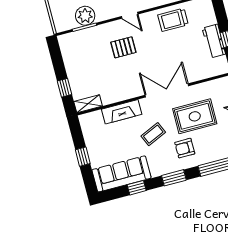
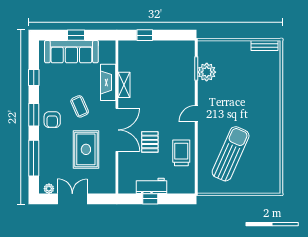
pallet: (123, 47) -> (150, 142), moved
shelving: (88, 104) -> (124, 85), moved
armchair: (185, 148) -> (52, 120), moved, turned 180
sofa: (121, 174) -> (71, 52), moved, turned 90

